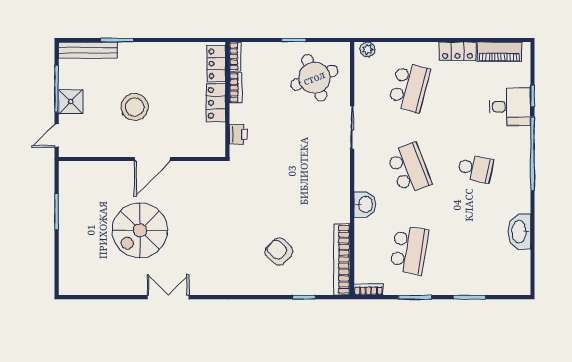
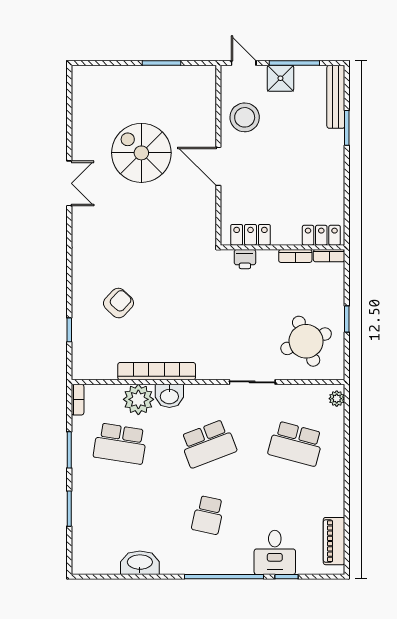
locker: (458, 51) -> (335, 496), removed
locker: (216, 103) -> (251, 235), moved
stool: (135, 107) -> (245, 117), moved
plant: (368, 233) -> (138, 399), added
bookcase: (342, 259) -> (157, 371), moved

